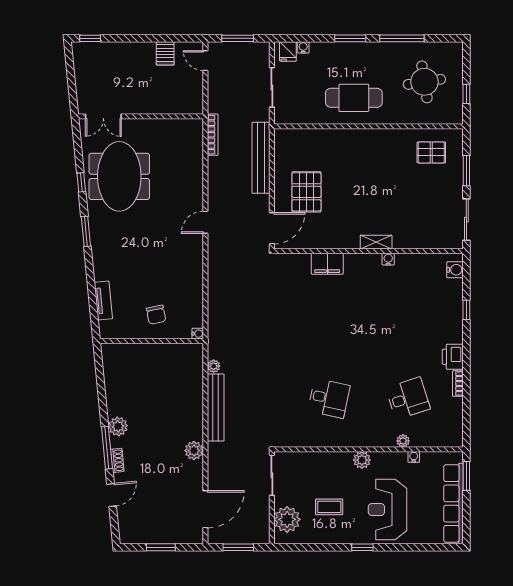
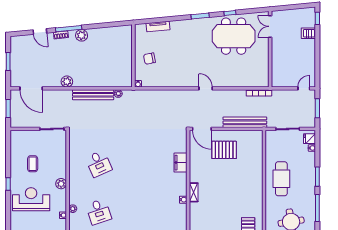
server rack: (165, 53) -> (308, 33), moved
desk: (329, 398) -> (99, 164), turned -36
plant: (287, 519) -> (25, 138), removed

